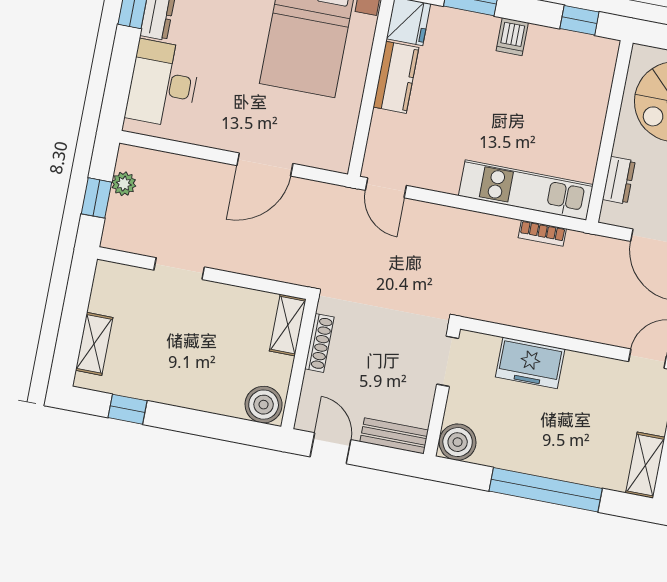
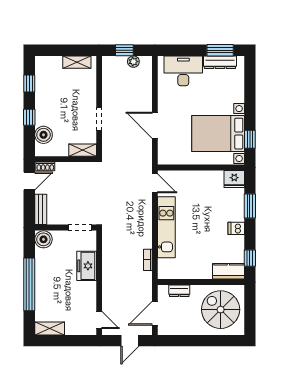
kitchen counter: (396, 77) -> (228, 271), moved, turned 180
door: (386, 188) -> (155, 183), swing flipped
kitchen unit: (526, 190) -> (166, 227), moved
doorway: (179, 269) -> (99, 119), moved
shoe rack: (319, 343) -> (45, 166), moved, width x0.70
shelving: (94, 344) -> (77, 62), moved
boiler: (264, 405) -> (44, 135), moved
window: (198, 423) -> (29, 117), added

